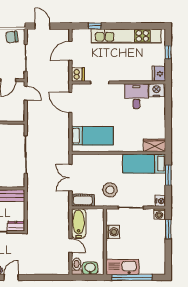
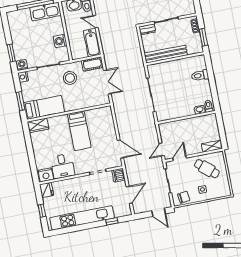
door: (26, 93) -> (162, 150), hinge flipped
bed: (92, 136) -> (79, 131), moved, turned -90

